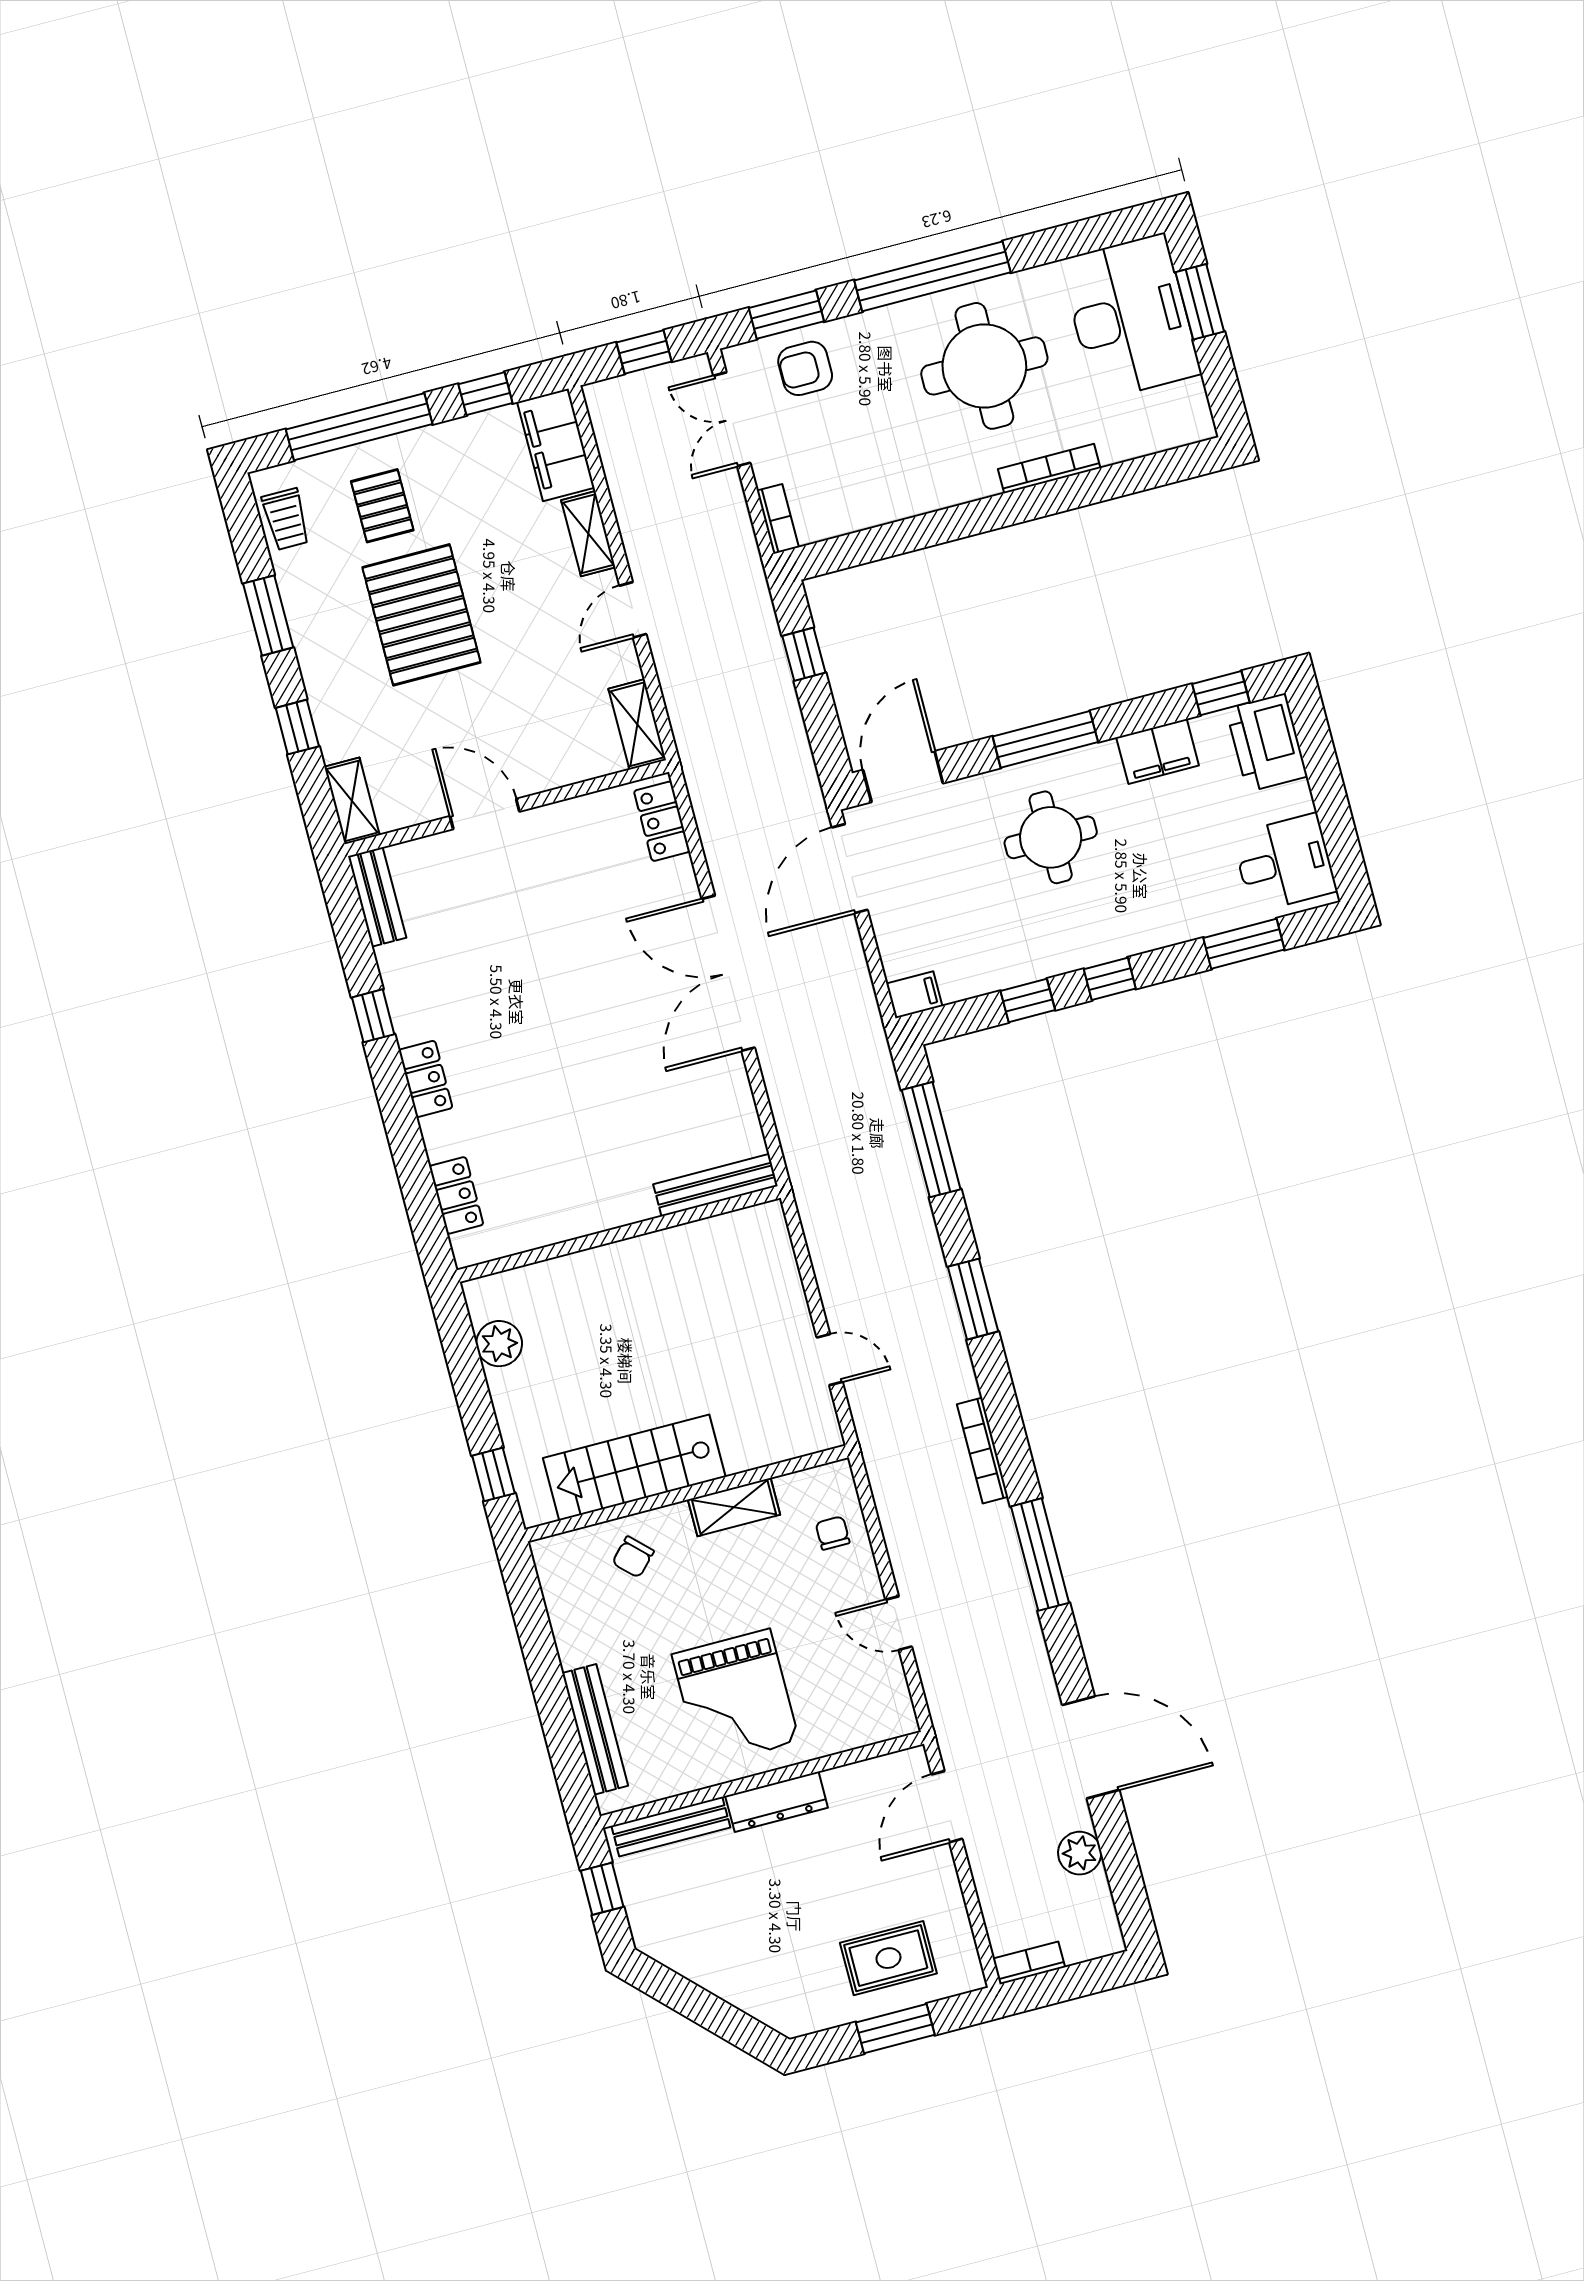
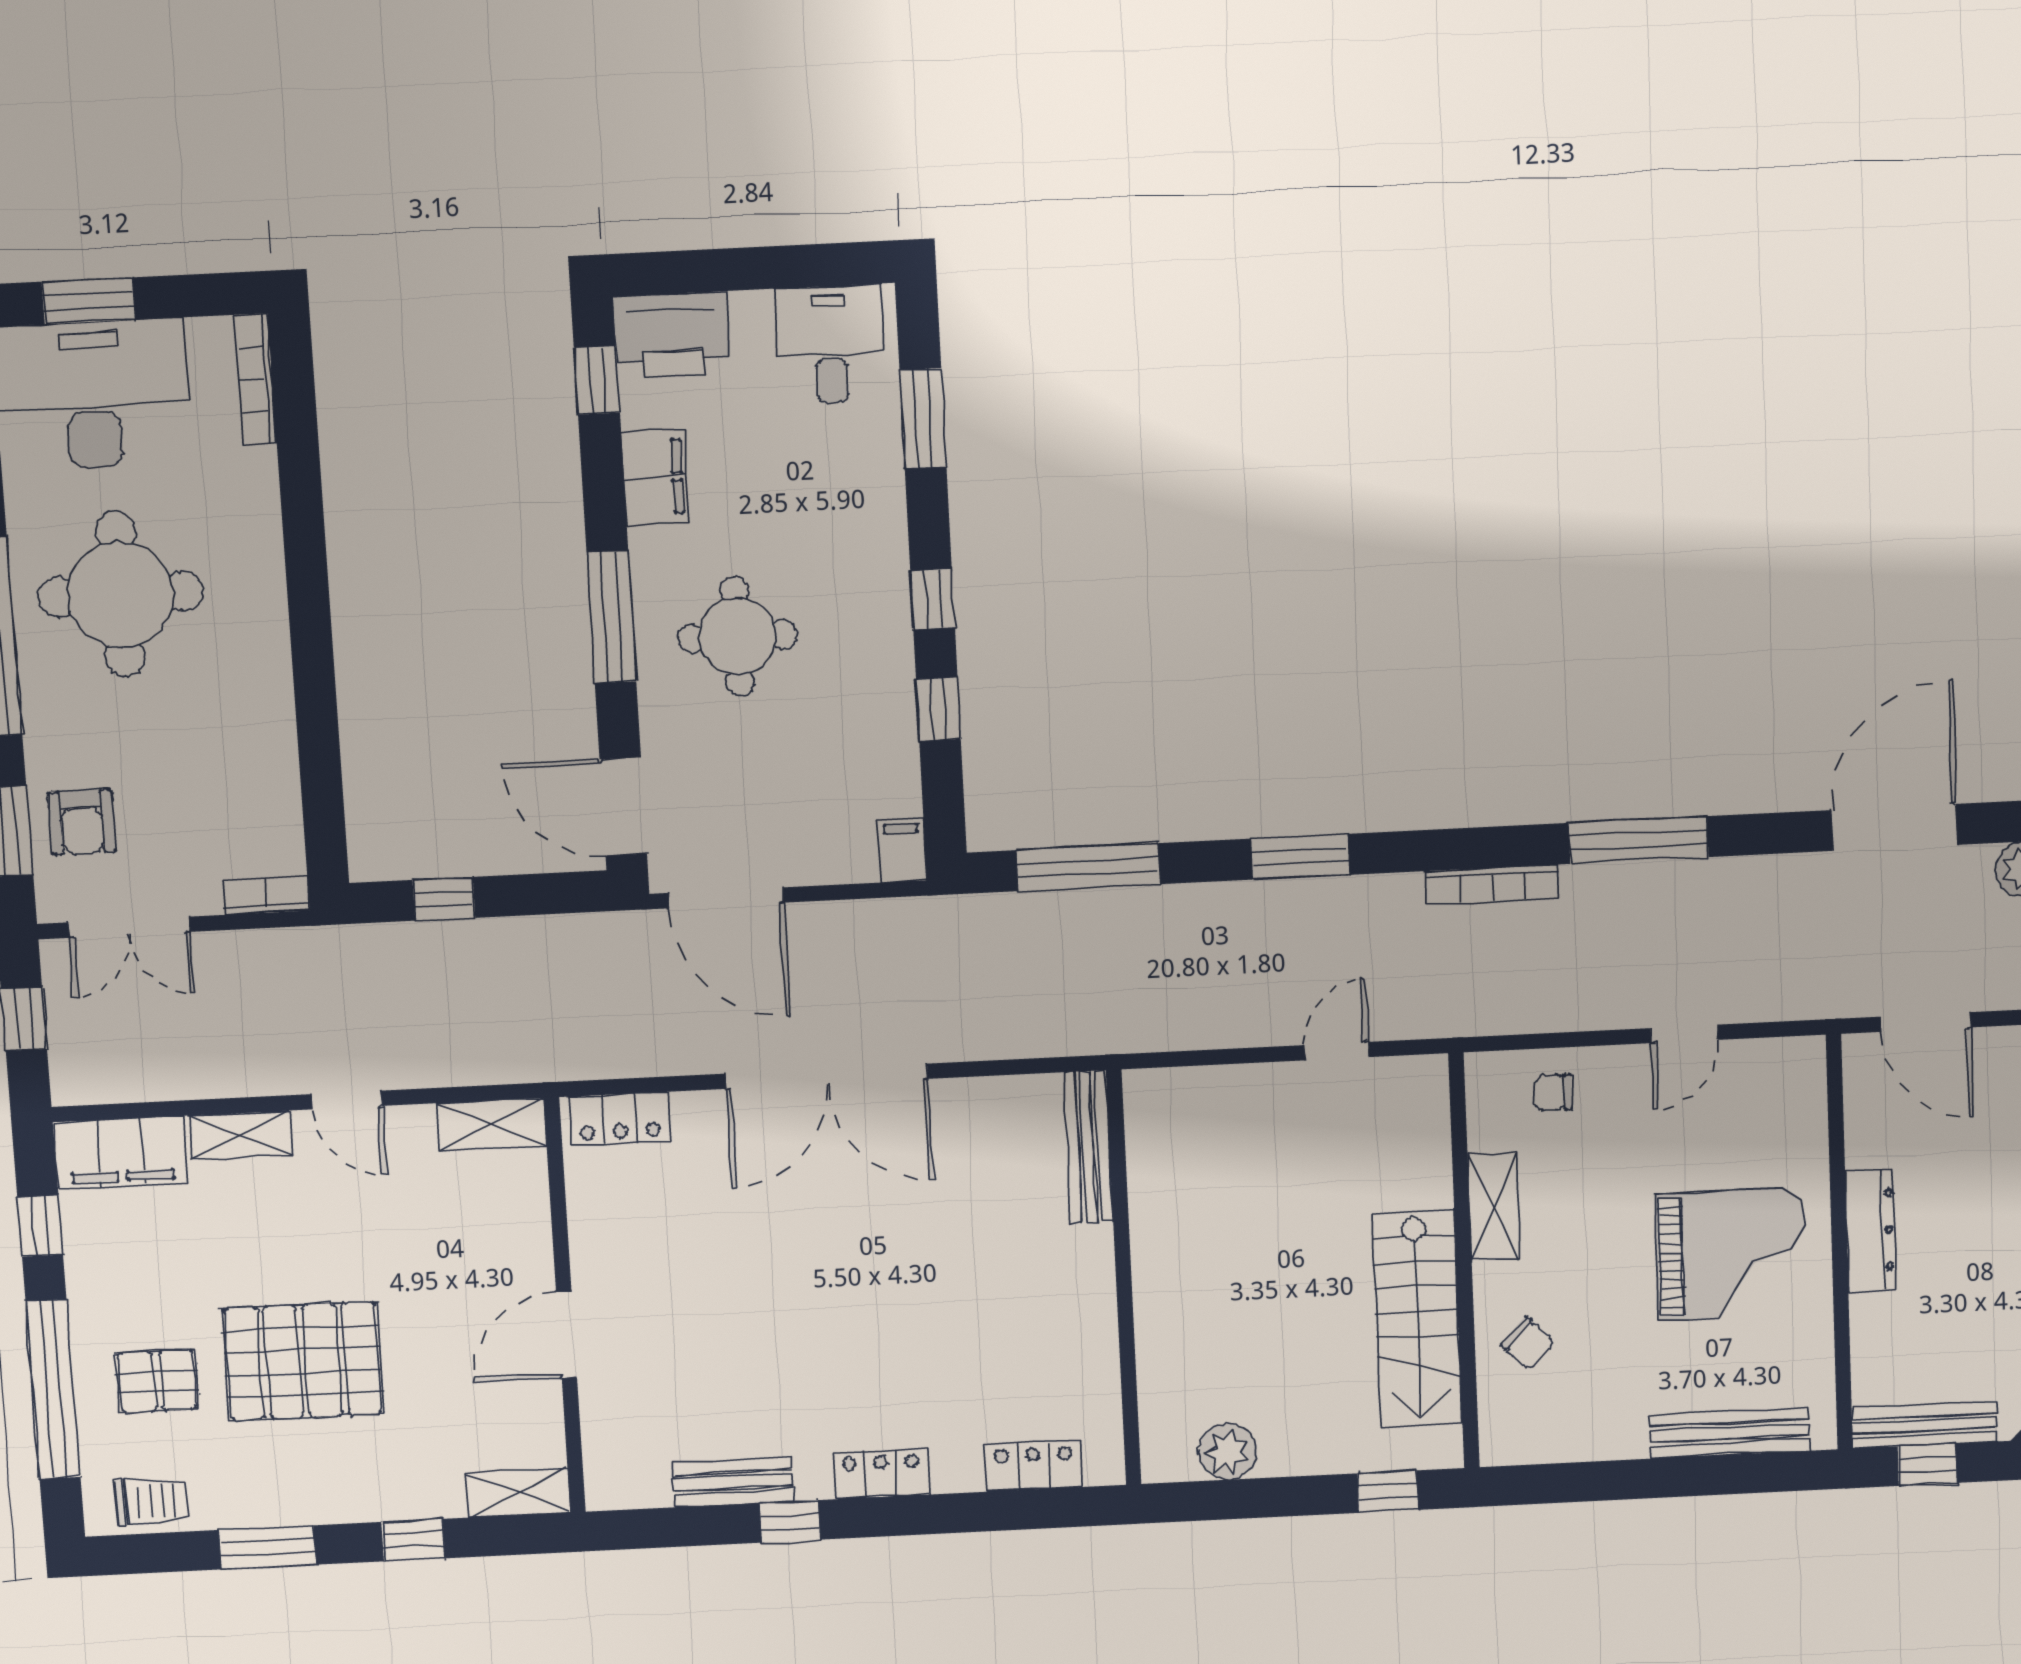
bookcase: (1049, 469) -> (256, 379), moved
bench: (377, 897) -> (733, 1482), moved
bench: (671, 1827) -> (1924, 1425), moved, turned 90

